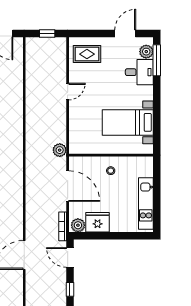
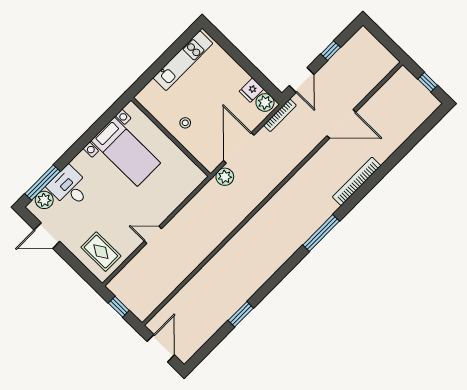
plant: (60, 150) -> (225, 177), moved
fridge: (98, 222) -> (252, 90), width x0.53, depth x0.75

